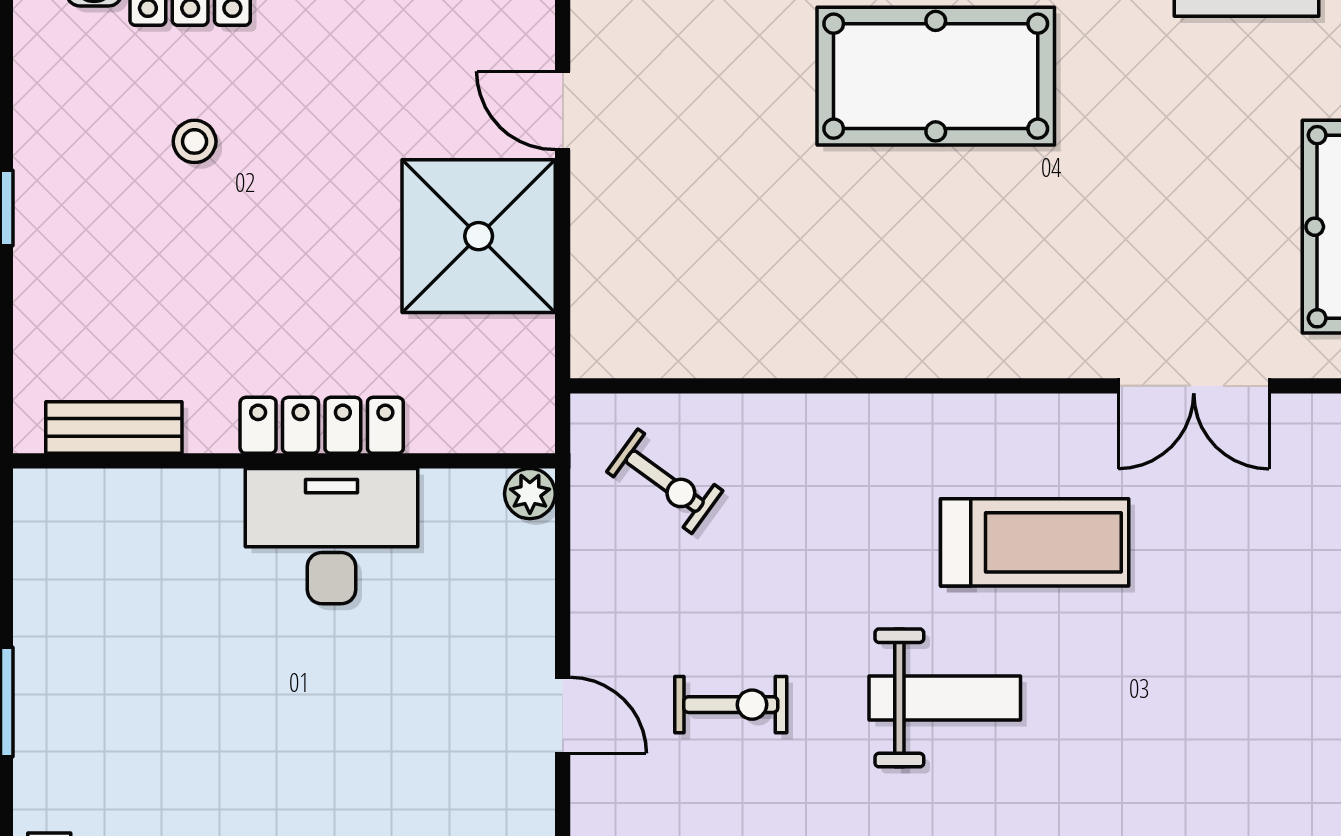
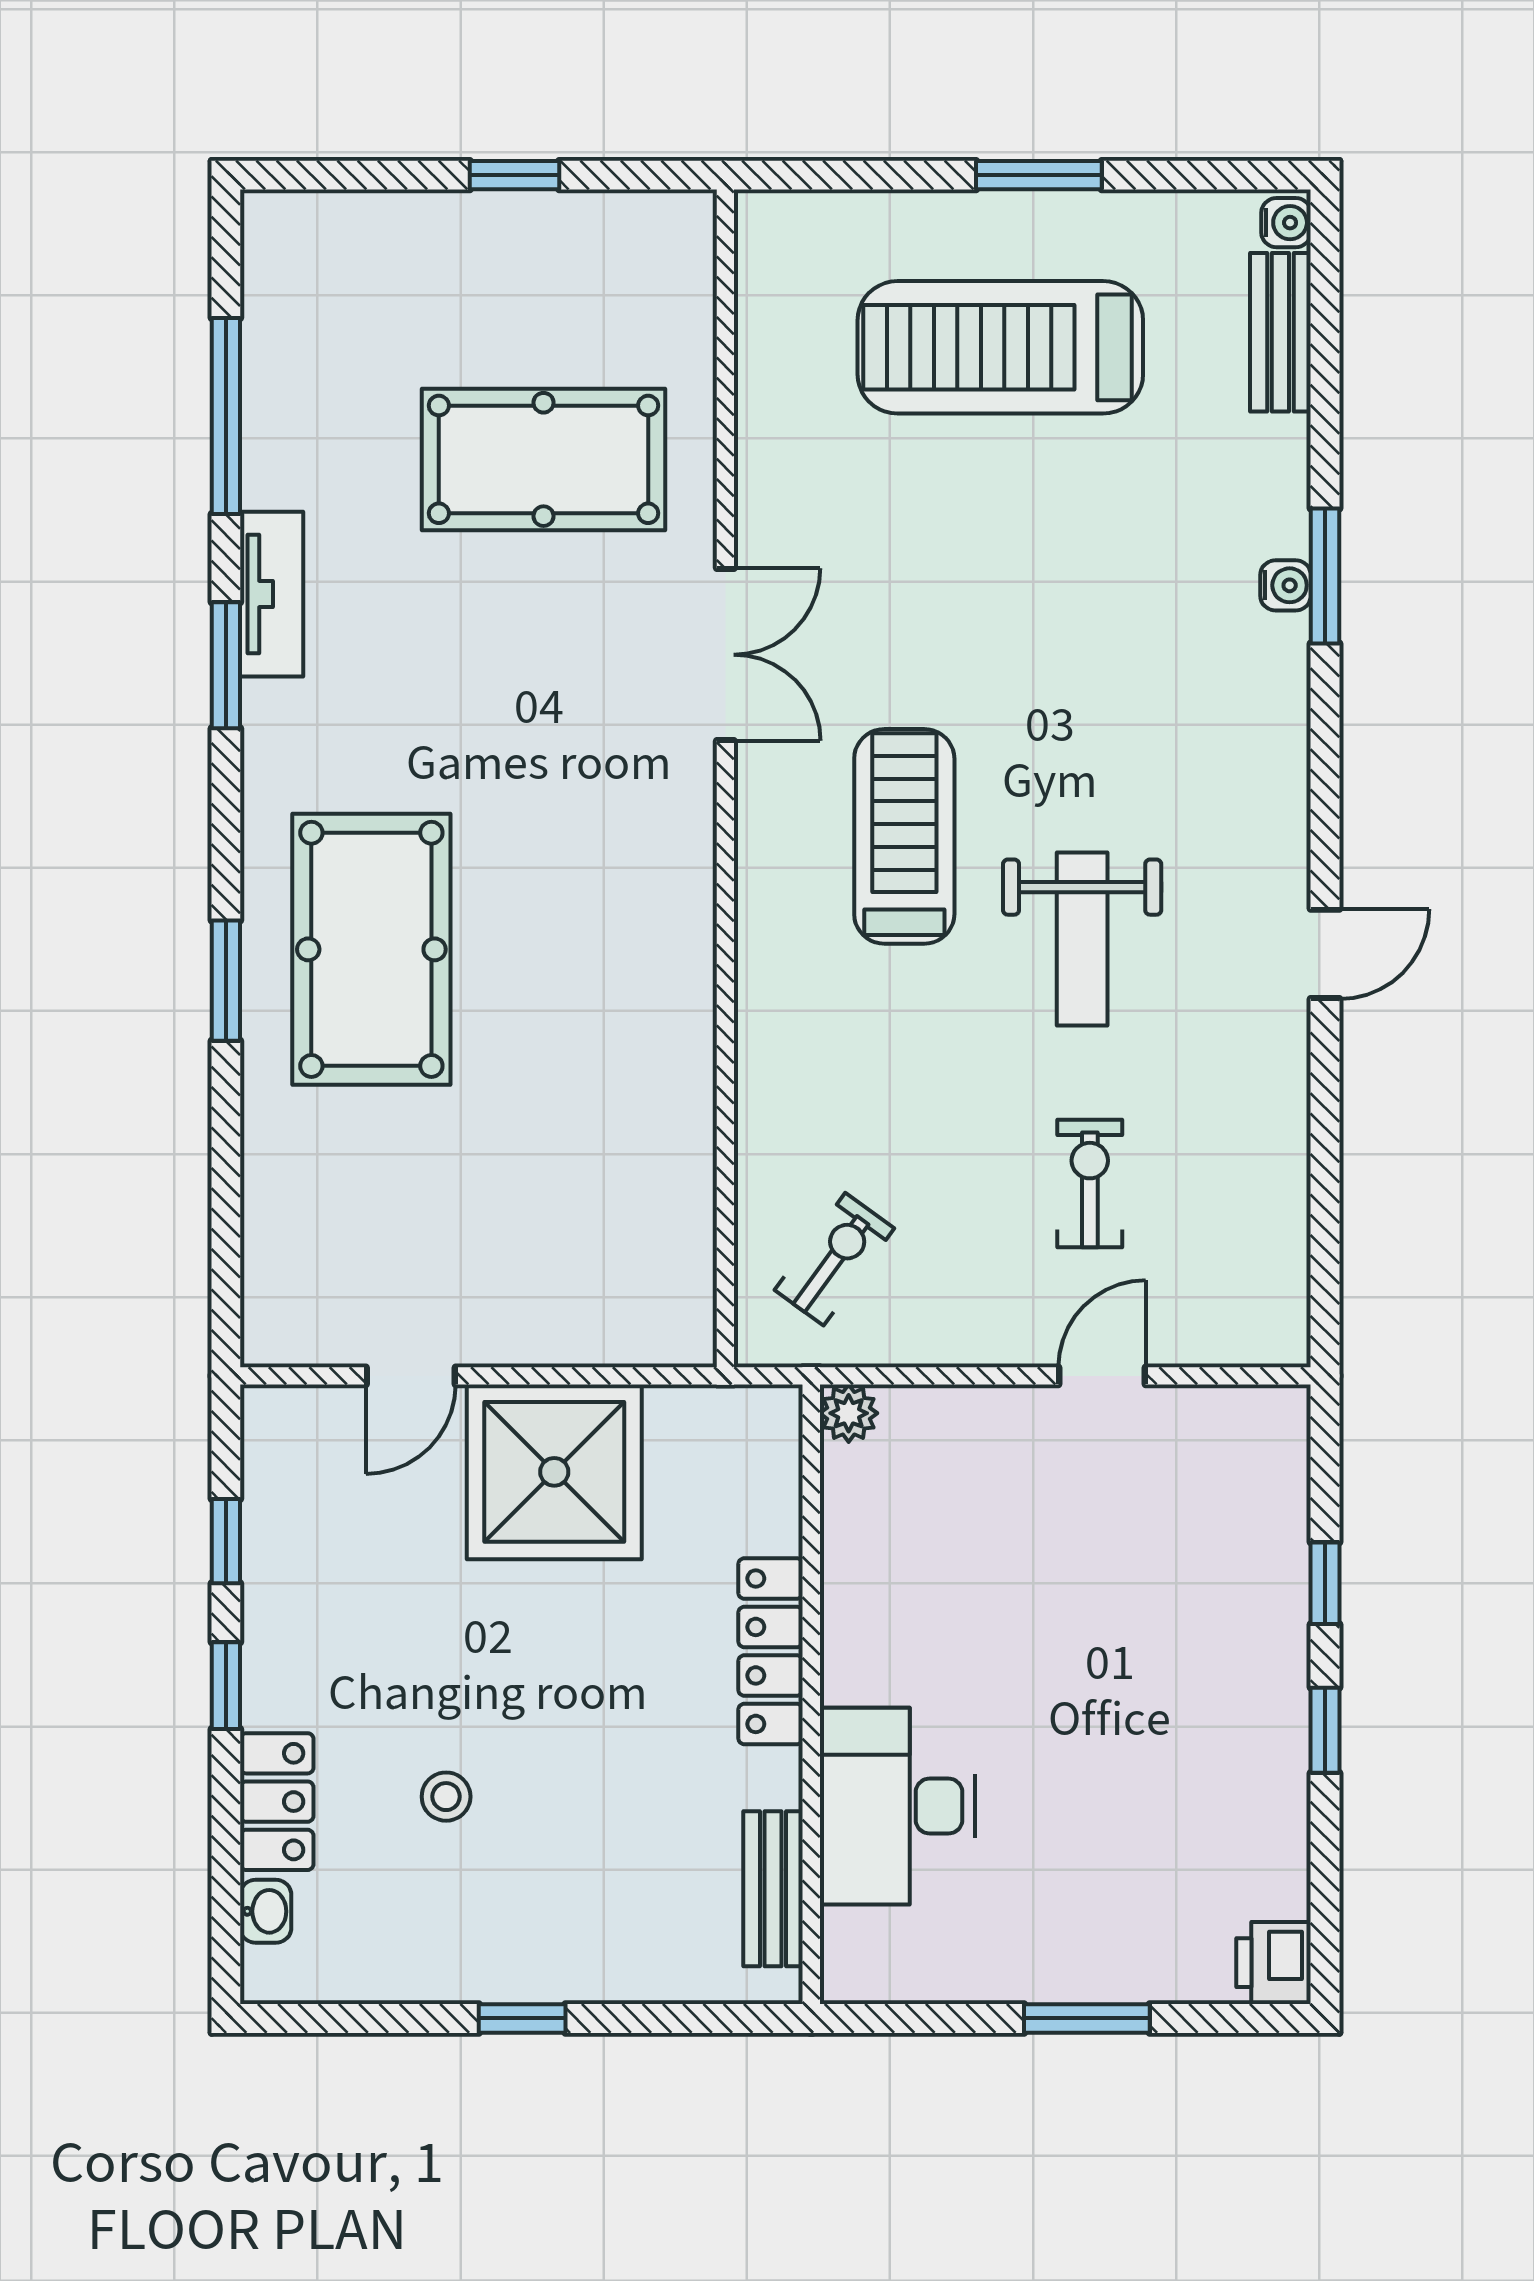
desk: (332, 536) -> (897, 1806), moved
weight bench: (945, 698) -> (1082, 939), turned 180

